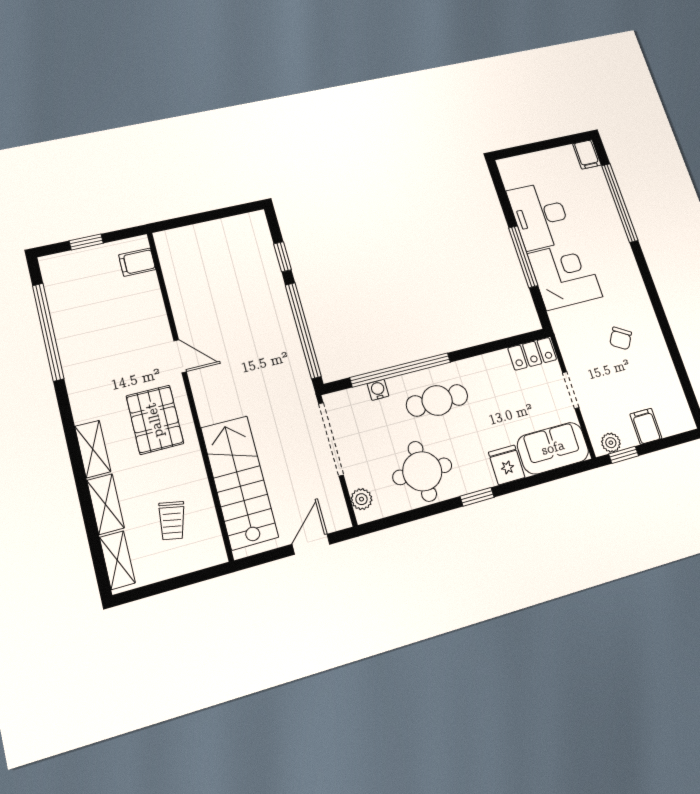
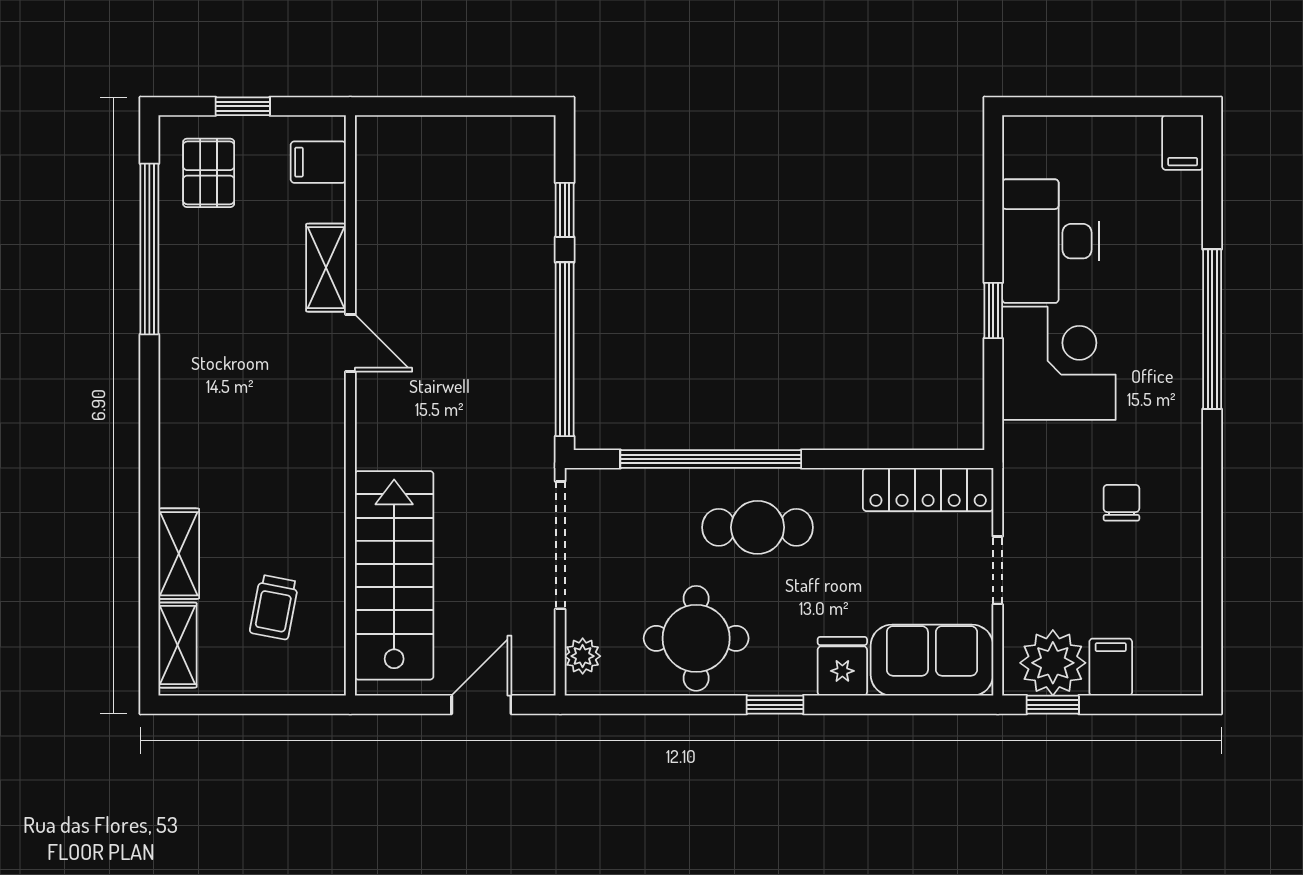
window: (620, 203) -> (1212, 329), moved
window: (523, 257) -> (993, 310), width x0.46
chair: (621, 338) -> (1121, 503), turned 149
locker: (532, 354) -> (928, 490), width x1.53
water cooler: (378, 390) -> (662, 483), removed
pallet: (155, 420) -> (209, 173), moved, width x0.67, depth x0.71
plant: (611, 443) -> (1053, 663), width x1.87, depth x1.87
shelving: (93, 449) -> (326, 268), moved

